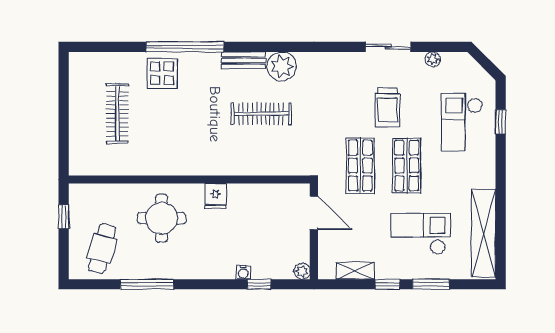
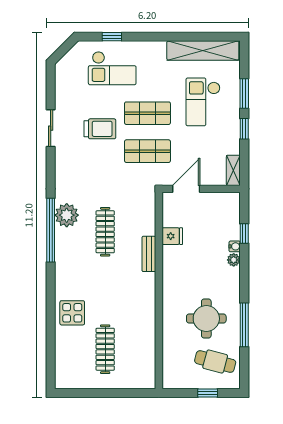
window: (185, 47) -> (51, 230), moved
plant: (433, 59) -> (61, 92), removed
bench: (244, 60) -> (149, 254), moved
clothes rail: (117, 114) -> (105, 349), turned 90
fridge: (215, 196) -> (172, 236), moved
window: (64, 217) -> (208, 393), moved
round table: (162, 218) -> (206, 319), moved
plant: (302, 271) -> (234, 260), moved
shelving: (355, 271) -> (233, 170), moved

